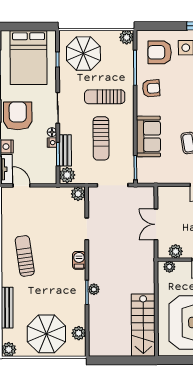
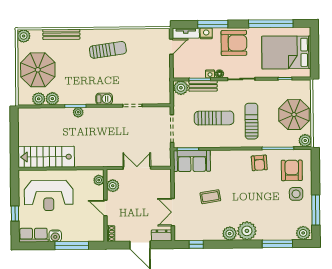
parasol: (83, 54) -> (294, 115), moved
sofa: (148, 136) -> (192, 161), moved
sun lounger: (101, 138) -> (214, 118), turned 180
plant: (78, 194) -> (52, 99), moved

